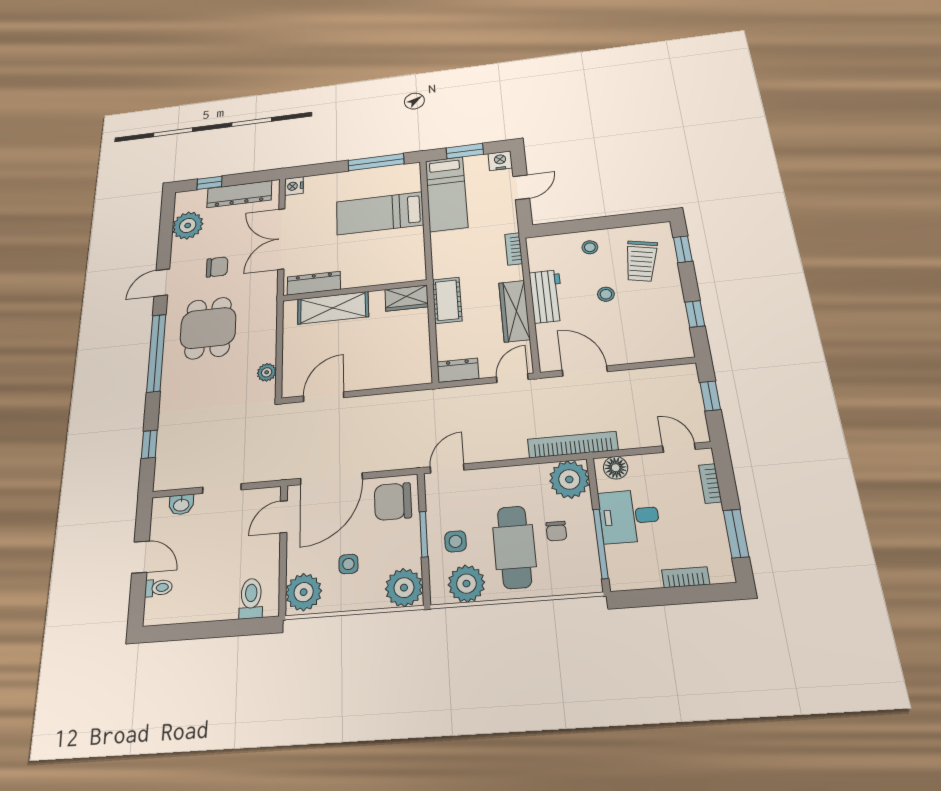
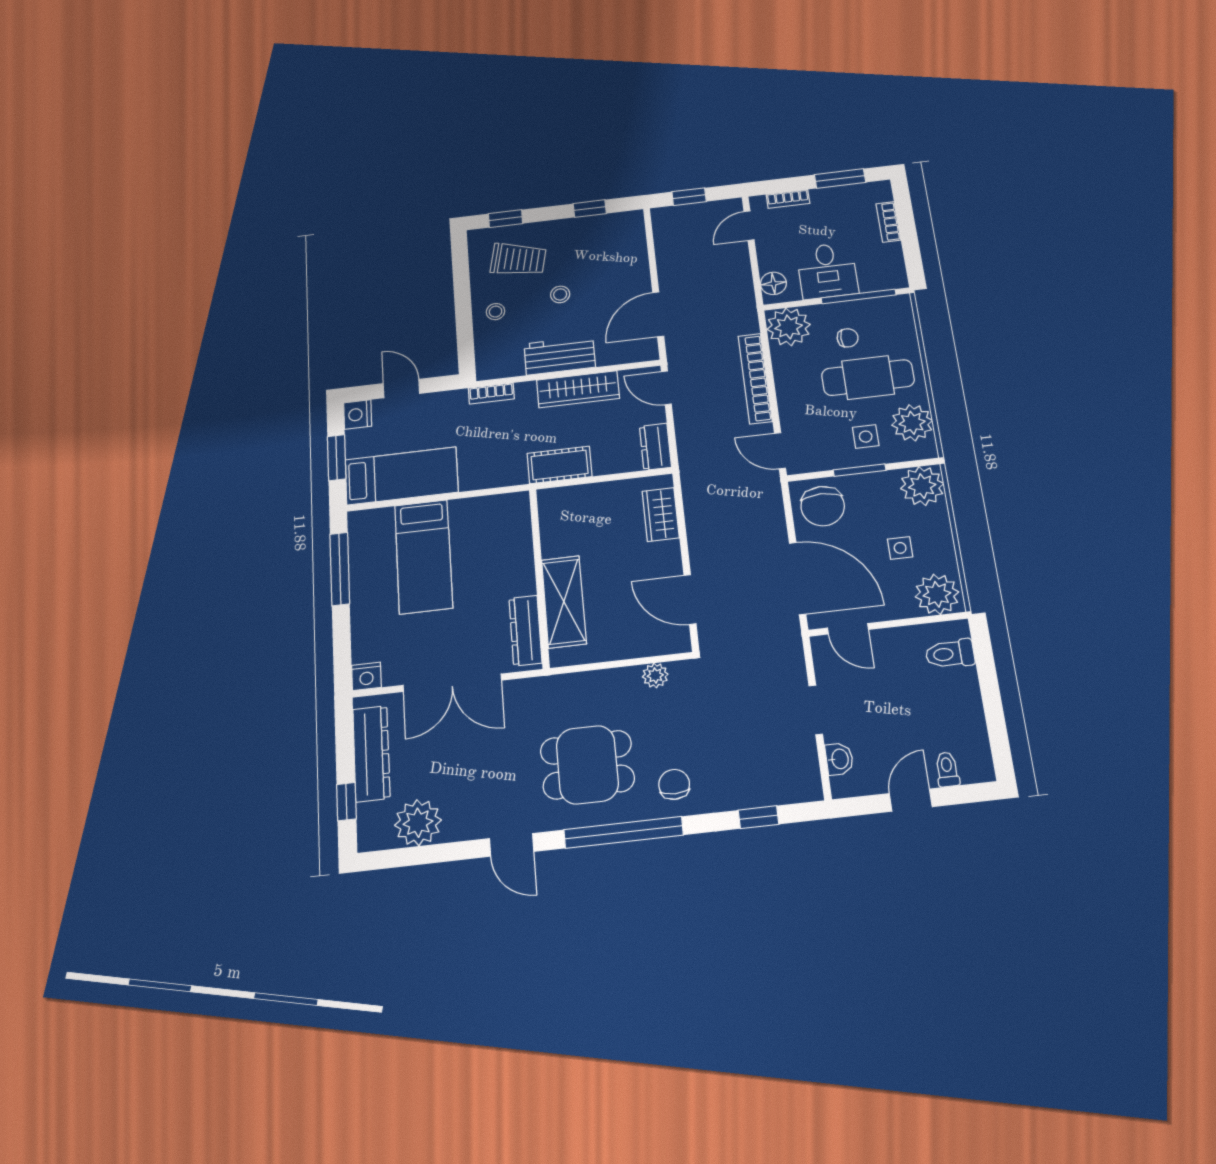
chair: (217, 267) -> (674, 784), moved
wardrobe: (407, 298) -> (661, 514), moved, turned 180
bookcase: (573, 445) -> (755, 378), moved

